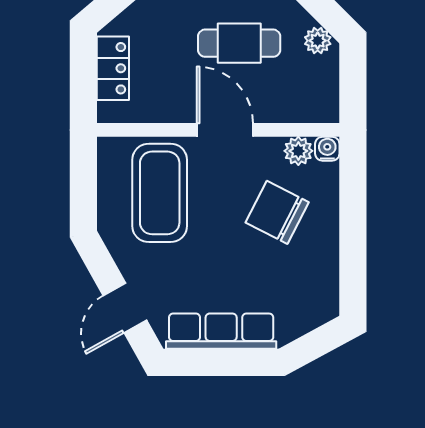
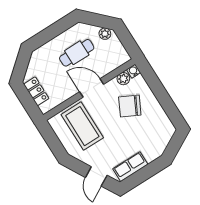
row of seats: (221, 331) -> (130, 167), width x0.68

